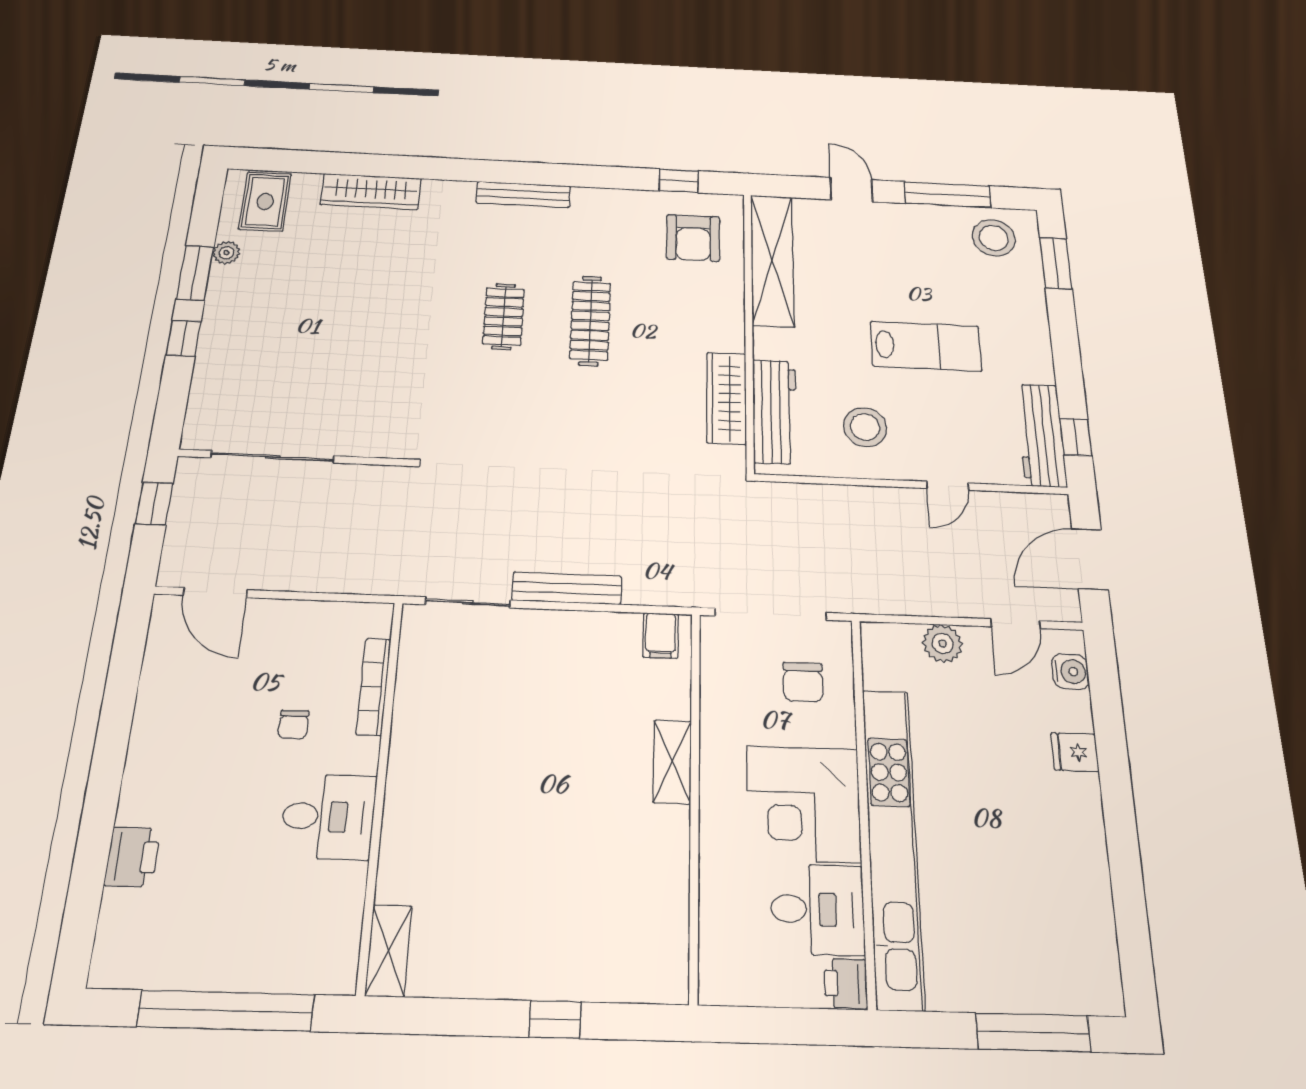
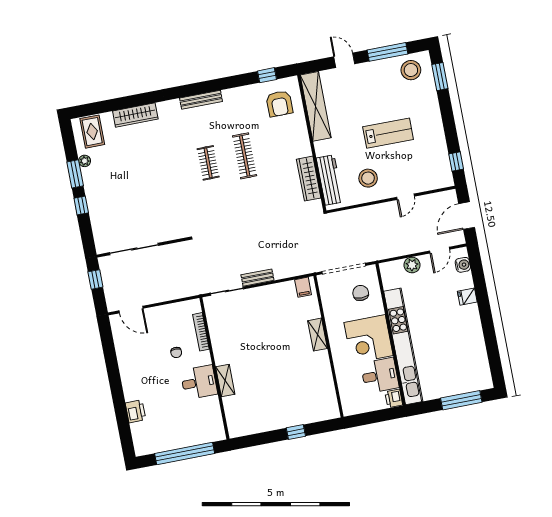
workbench: (1041, 435) -> (441, 164), removed
bench: (567, 588) -> (257, 278), width x0.73
chair: (803, 682) -> (361, 293), turned 180
shelving: (389, 951) -> (225, 381), moved

